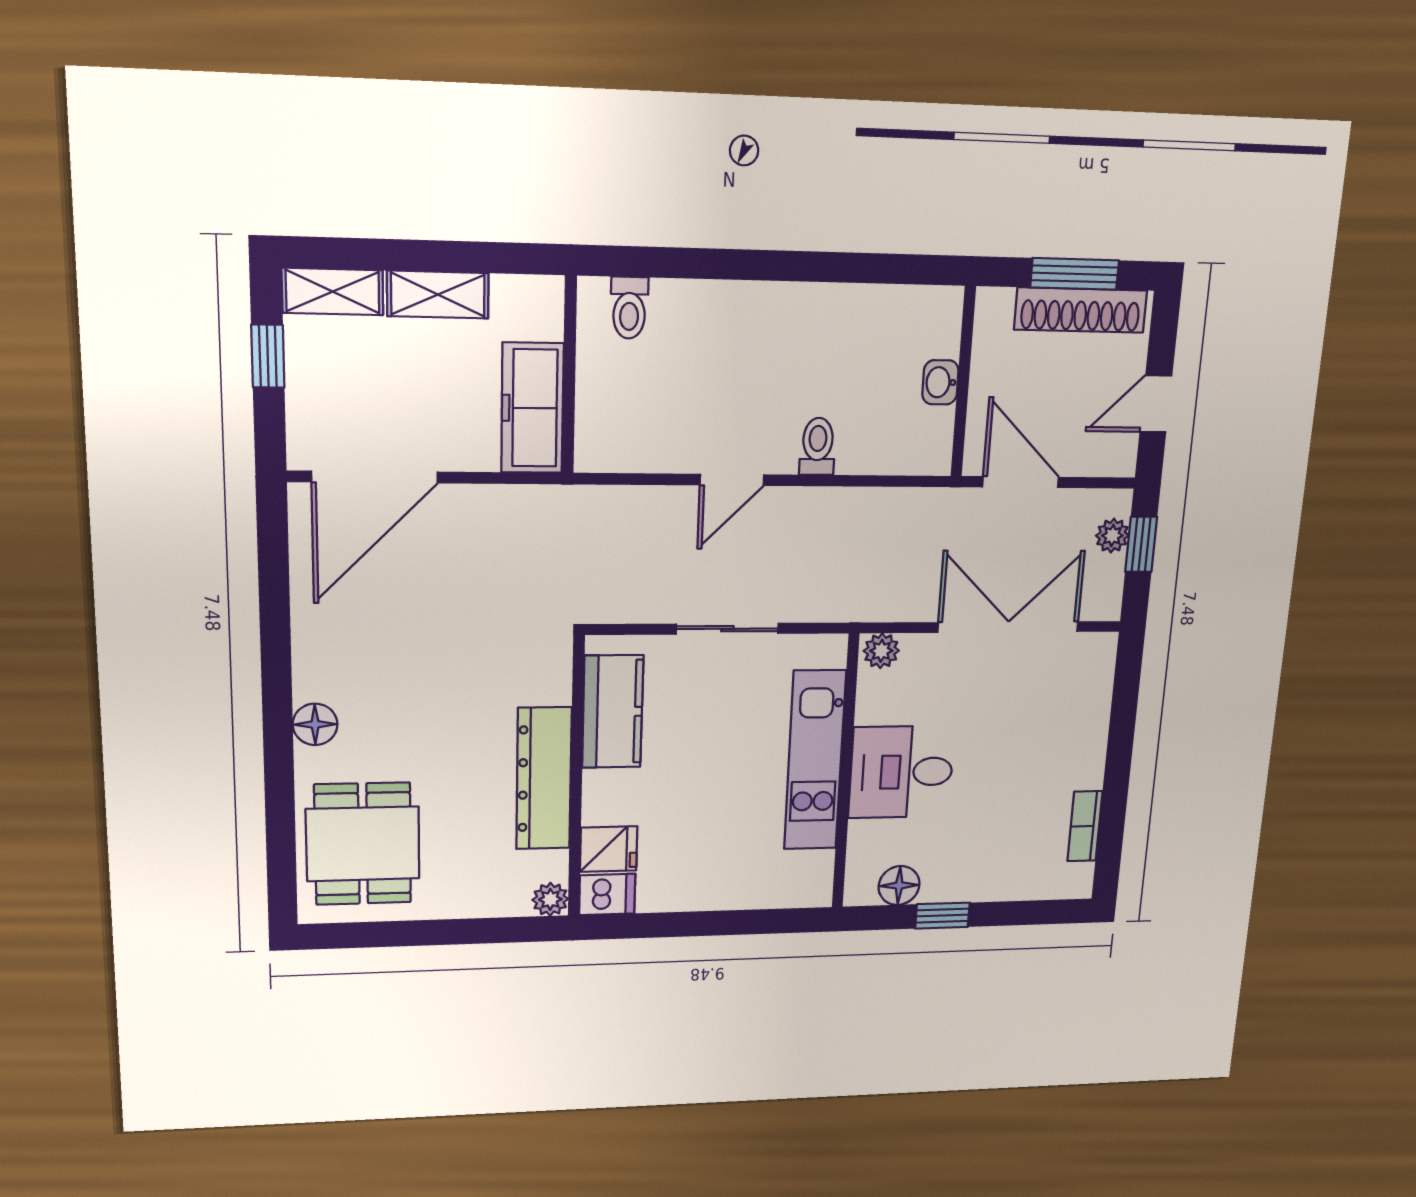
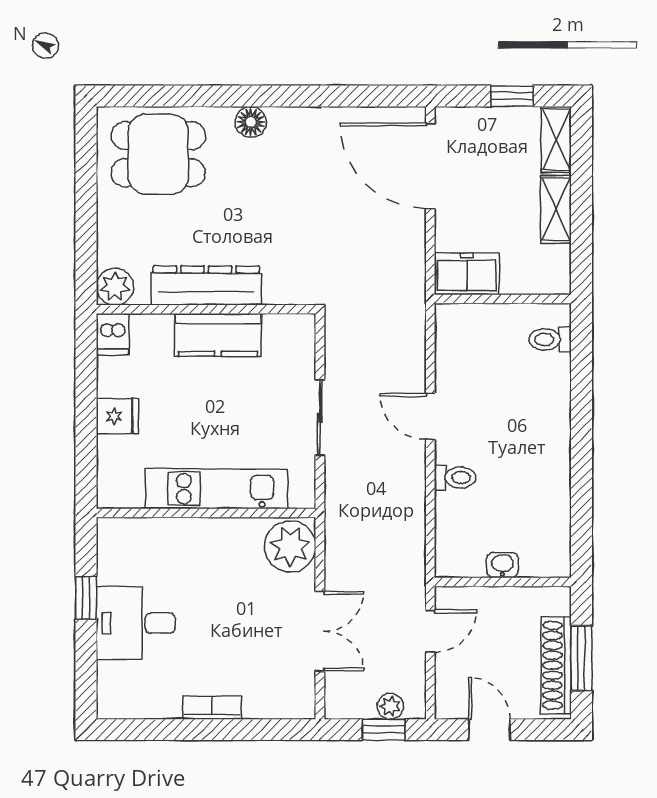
freezer: (532, 408) -> (467, 274), width x0.71
door: (1021, 482) -> (430, 631), width x0.73
double door: (1008, 627) -> (320, 631), width x0.73
plant: (881, 651) -> (290, 546), width x1.87, depth x1.87
kitchen counter: (613, 712) -> (218, 335), moved
desk: (901, 772) -> (136, 623), moved, turned -90
bookcase: (1085, 826) -> (212, 708), moved
fridge: (609, 849) -> (117, 416), moved, turned -90
floor lamp: (899, 885) -> (113, 561), removed
plant: (550, 899) -> (115, 287), width x1.38, depth x1.38

